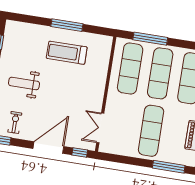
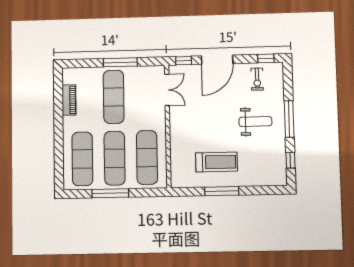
window: (150, 39) -> (110, 193), moved
window: (169, 167) -> (120, 62), moved

